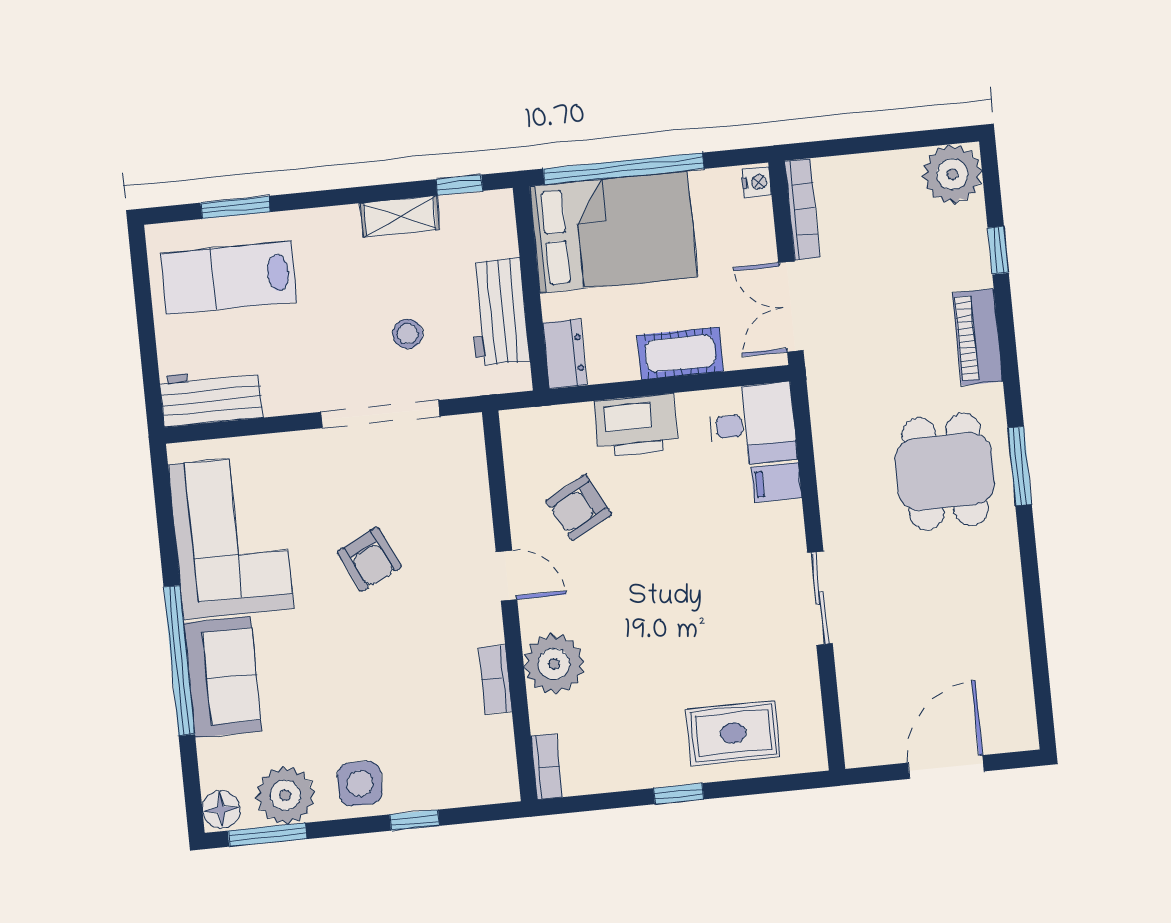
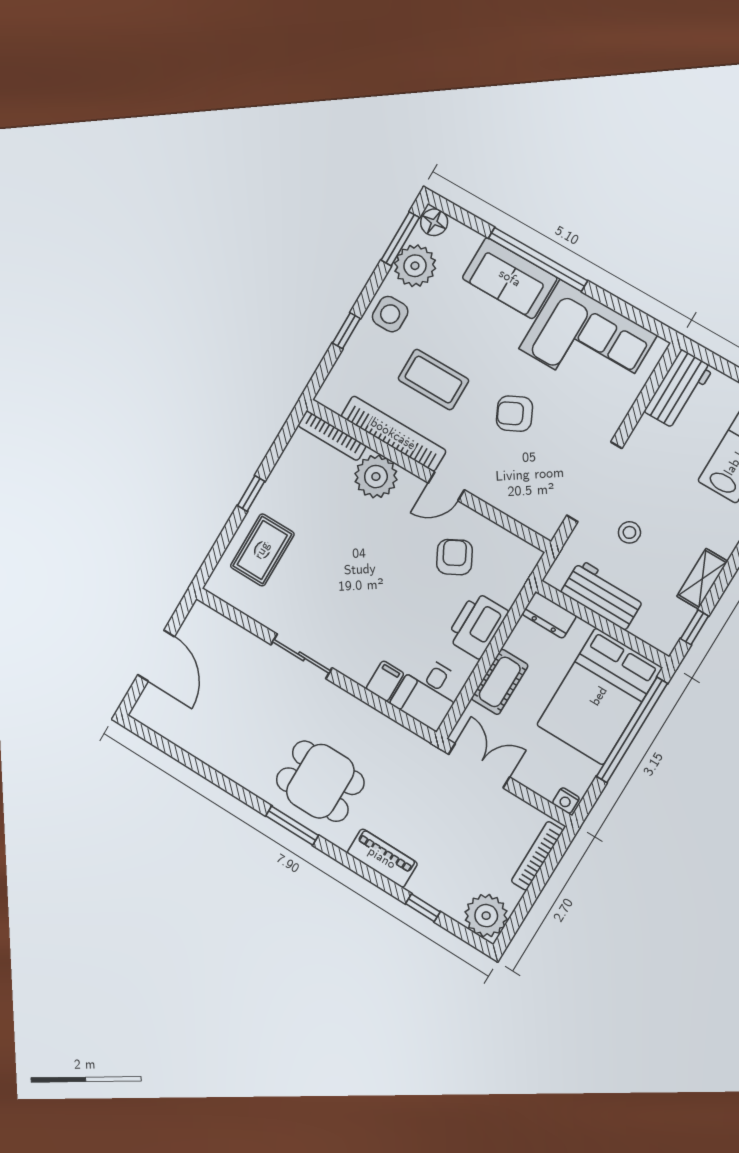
bookcase: (802, 209) -> (537, 856), moved, turned 90
coffee table: (398, 679) -> (433, 380), added
bookcase: (495, 679) -> (393, 434), width x2.31, depth x1.31
bookcase: (547, 767) -> (332, 436), width x1.56

